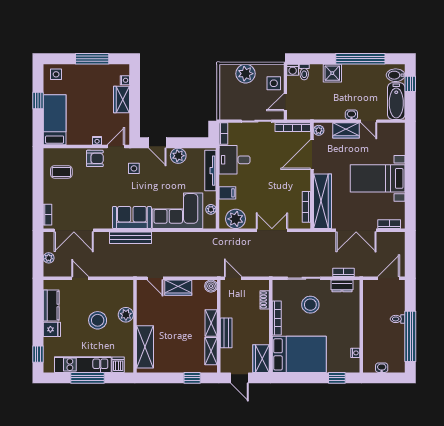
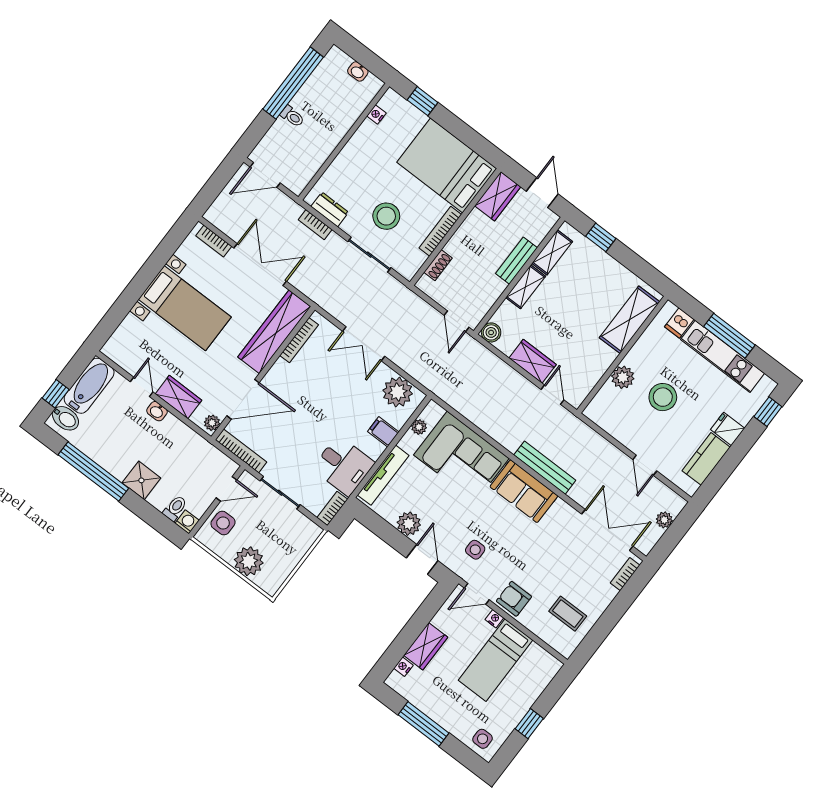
bed: (55, 120) -> (496, 660), moved

